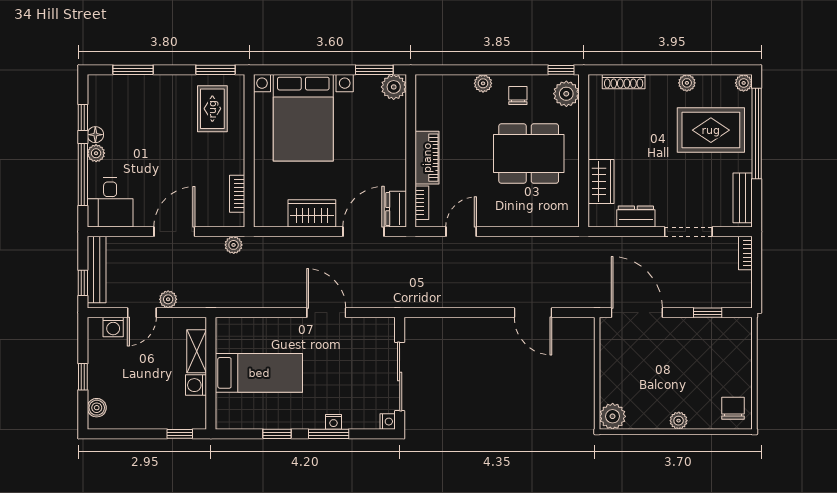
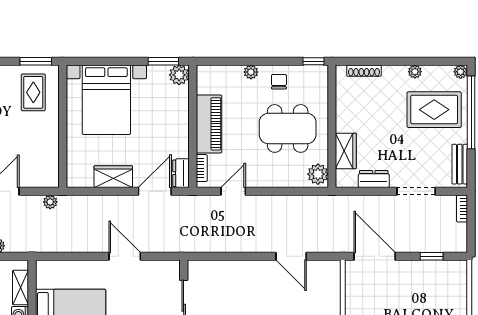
plant: (566, 94) -> (318, 174), moved
piano: (427, 158) -> (209, 124), width x1.37, depth x1.33
bookcase: (237, 194) -> (53, 161), removed

